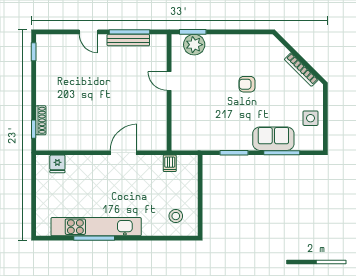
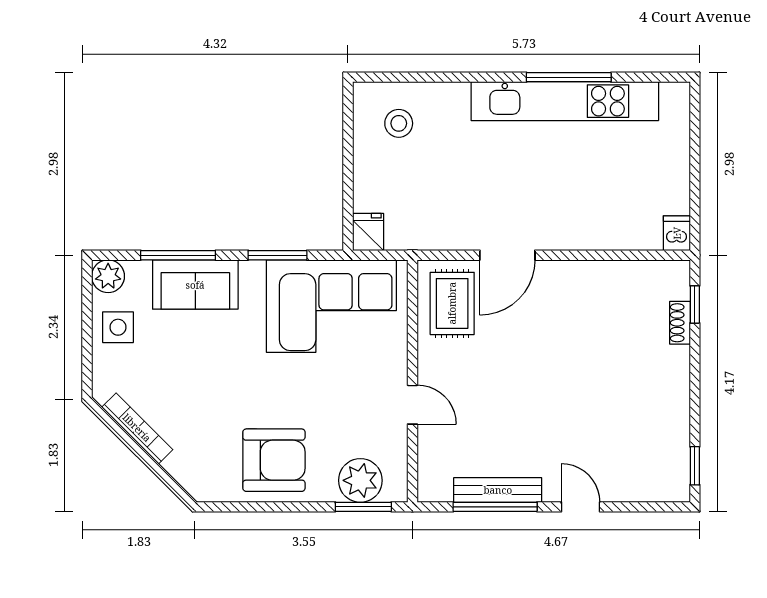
armchair: (247, 84) -> (274, 460), moved, width x1.88, depth x1.88
shoe rack: (41, 120) -> (680, 323), width x0.70
corner sofa: (208, 128) -> (331, 306), added
rug: (150, 130) -> (452, 303), added
plant: (315, 143) -> (108, 276), added
dishwasher: (170, 163) -> (677, 233), moved
fridge: (57, 164) -> (368, 232), moved

